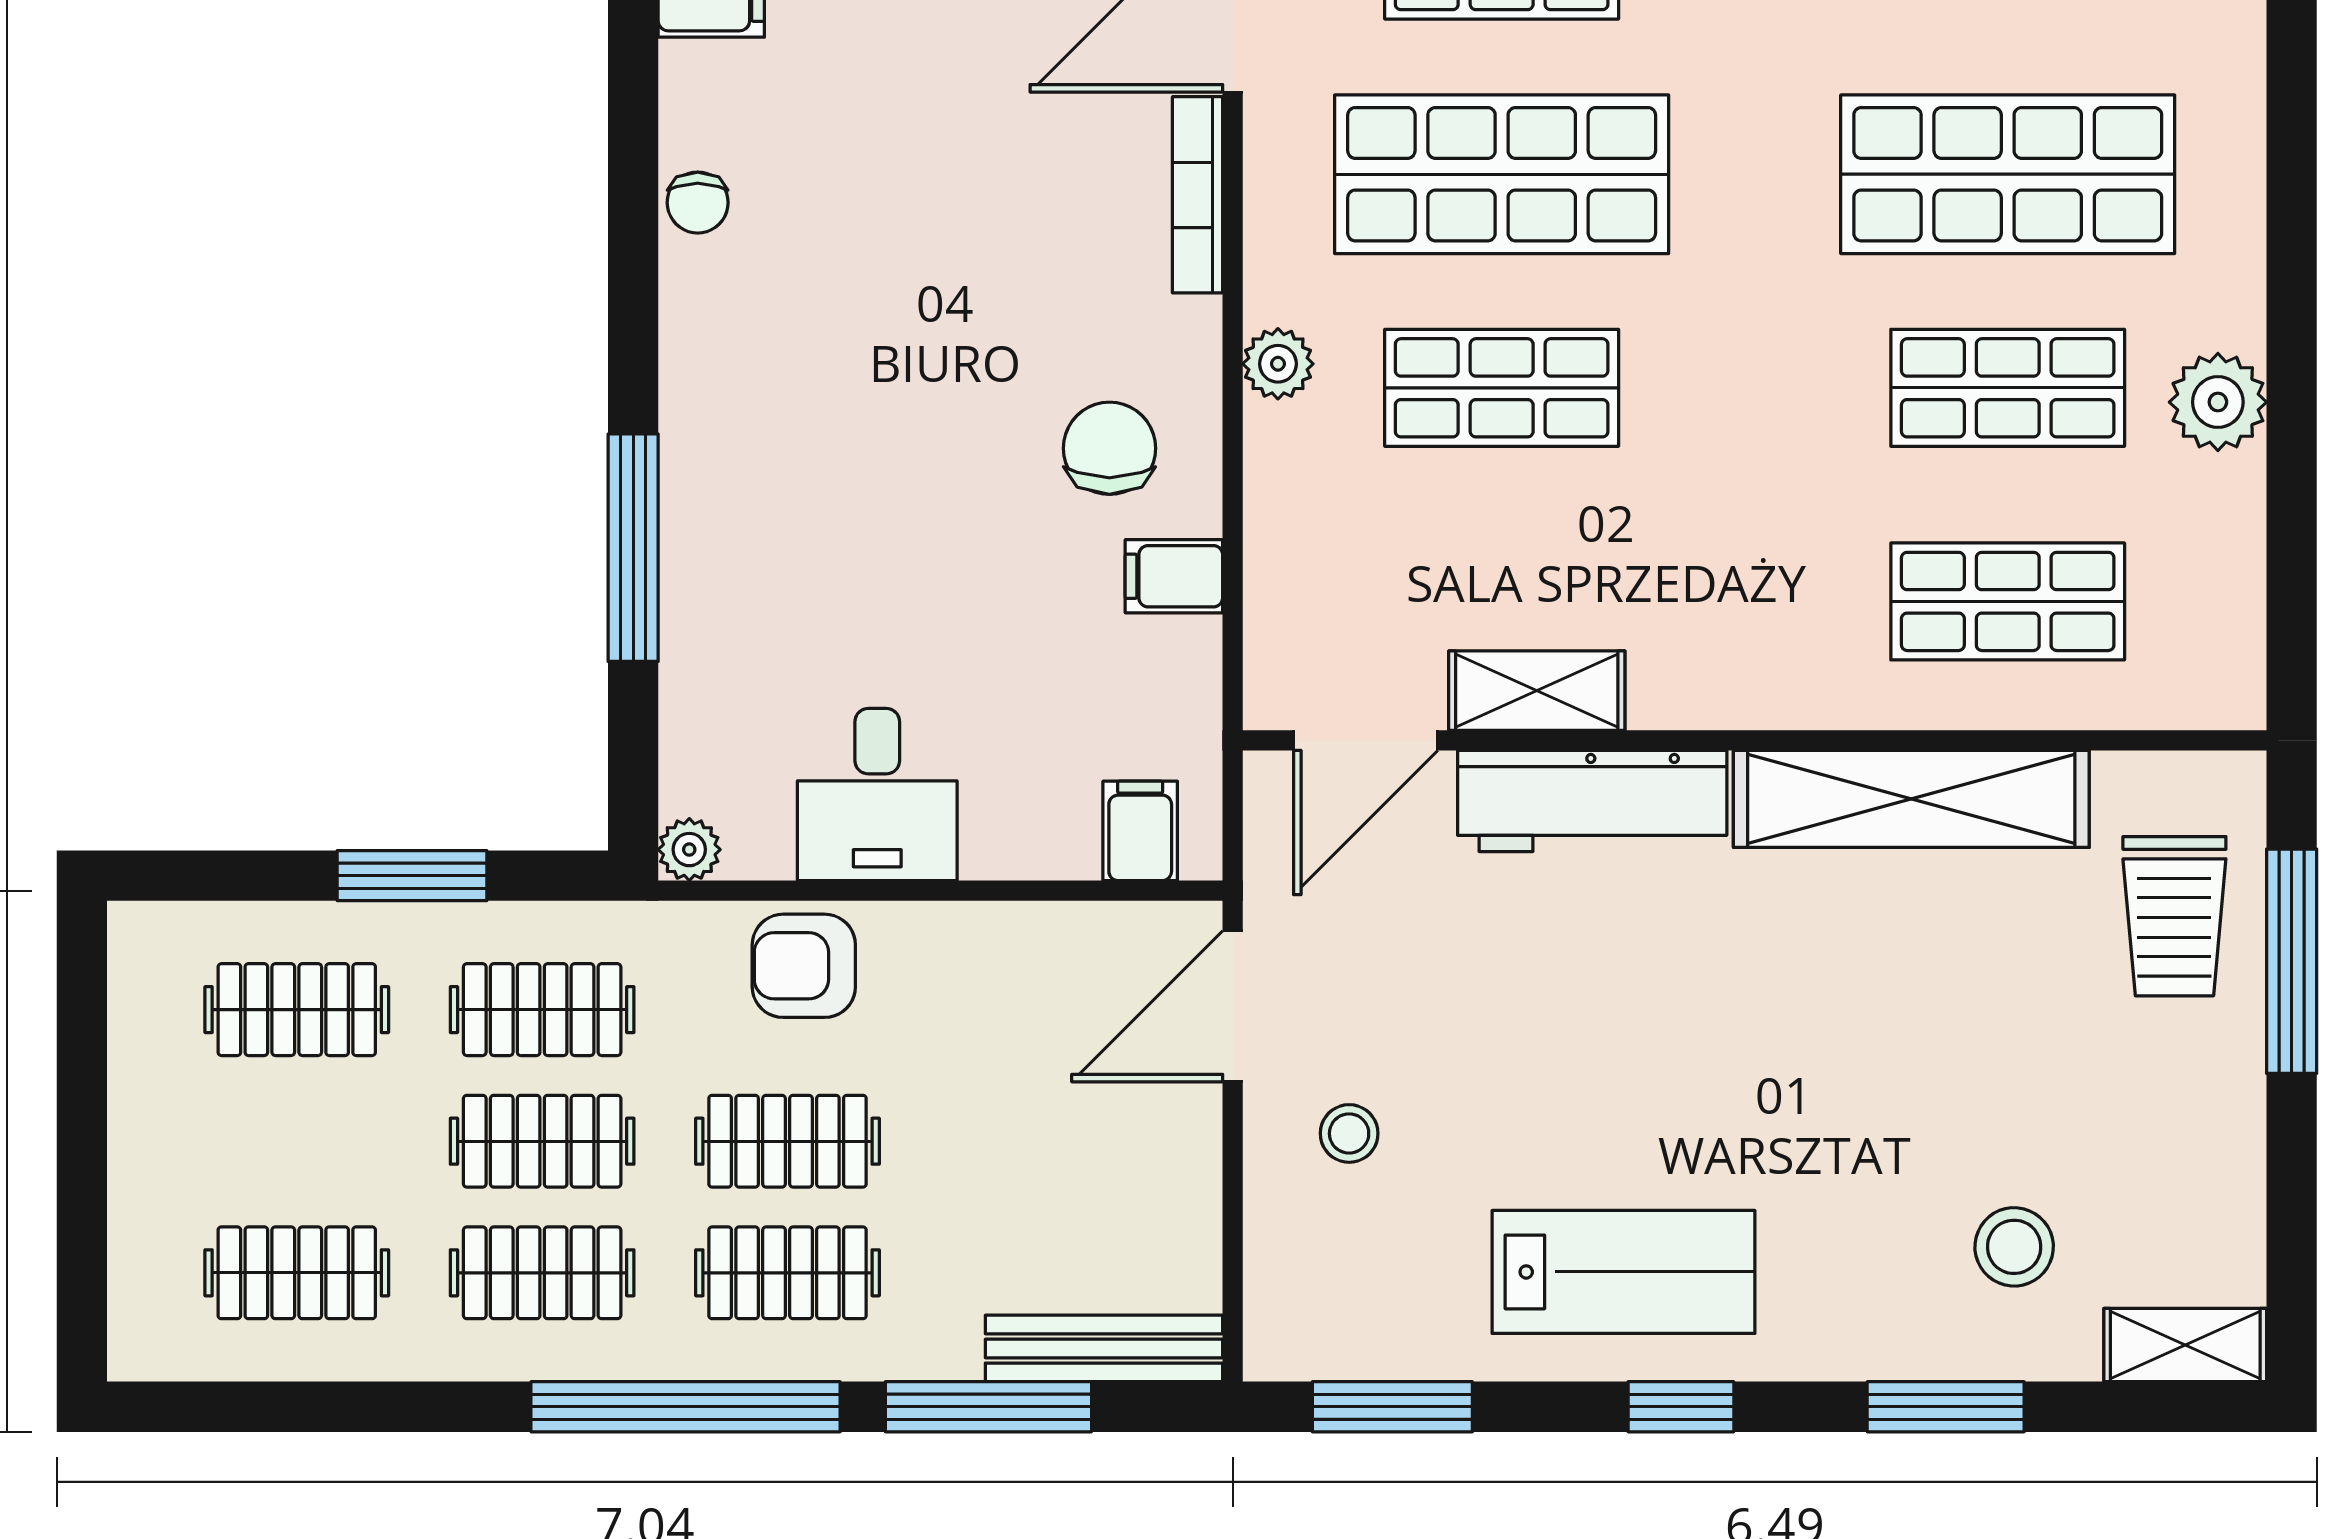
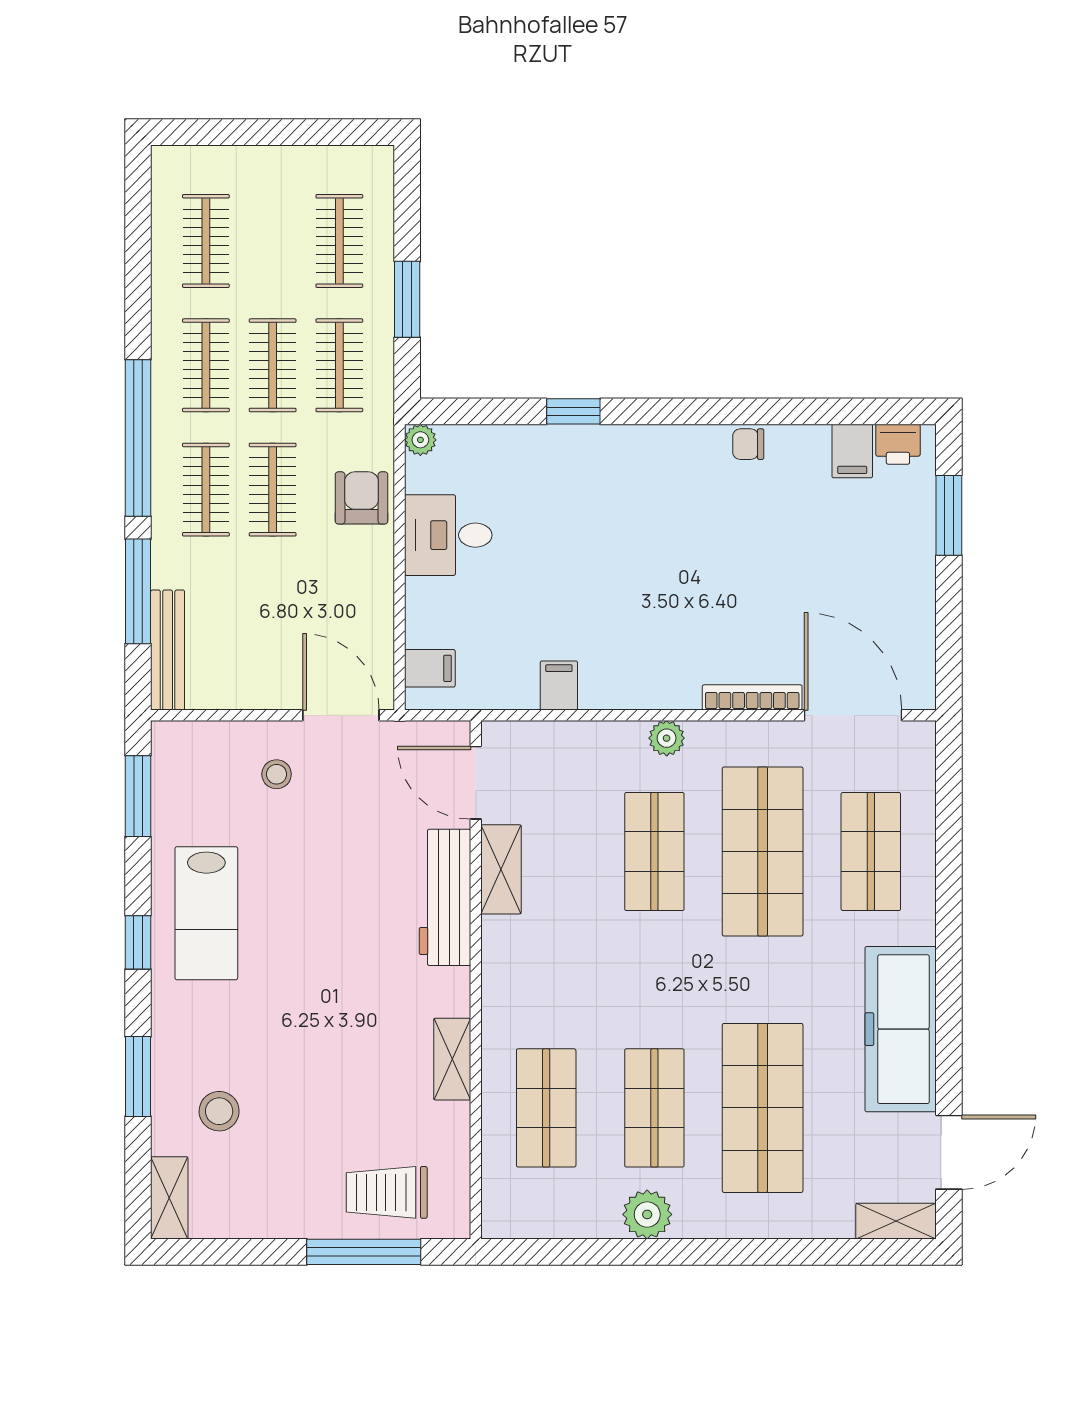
chair: (1109, 448) -> (624, 653), removed
window: (633, 548) -> (573, 411), width x0.46
shelving: (1911, 799) -> (452, 1059), width x0.45, depth x0.75

